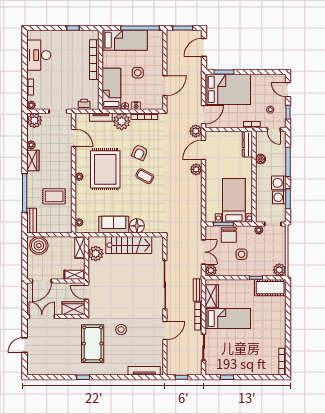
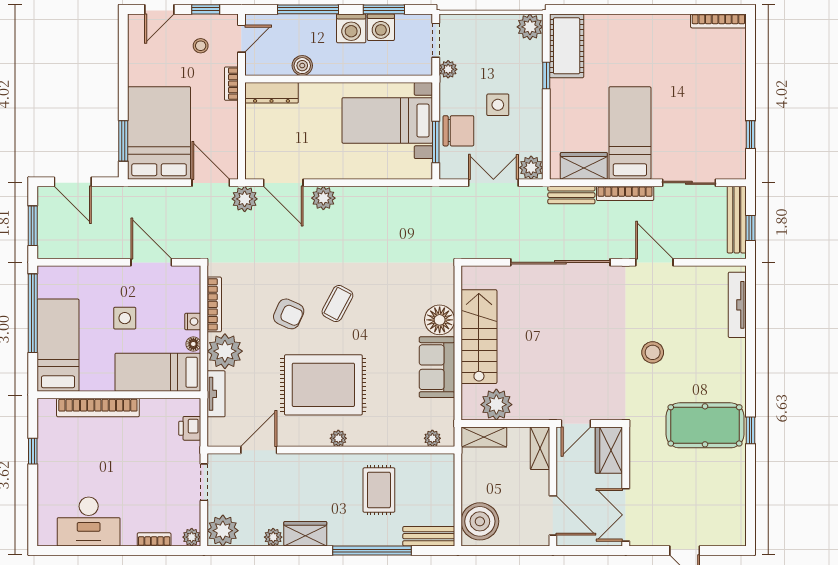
pool table: (93, 344) -> (705, 425), moved
bench: (186, 370) -> (737, 220), added

